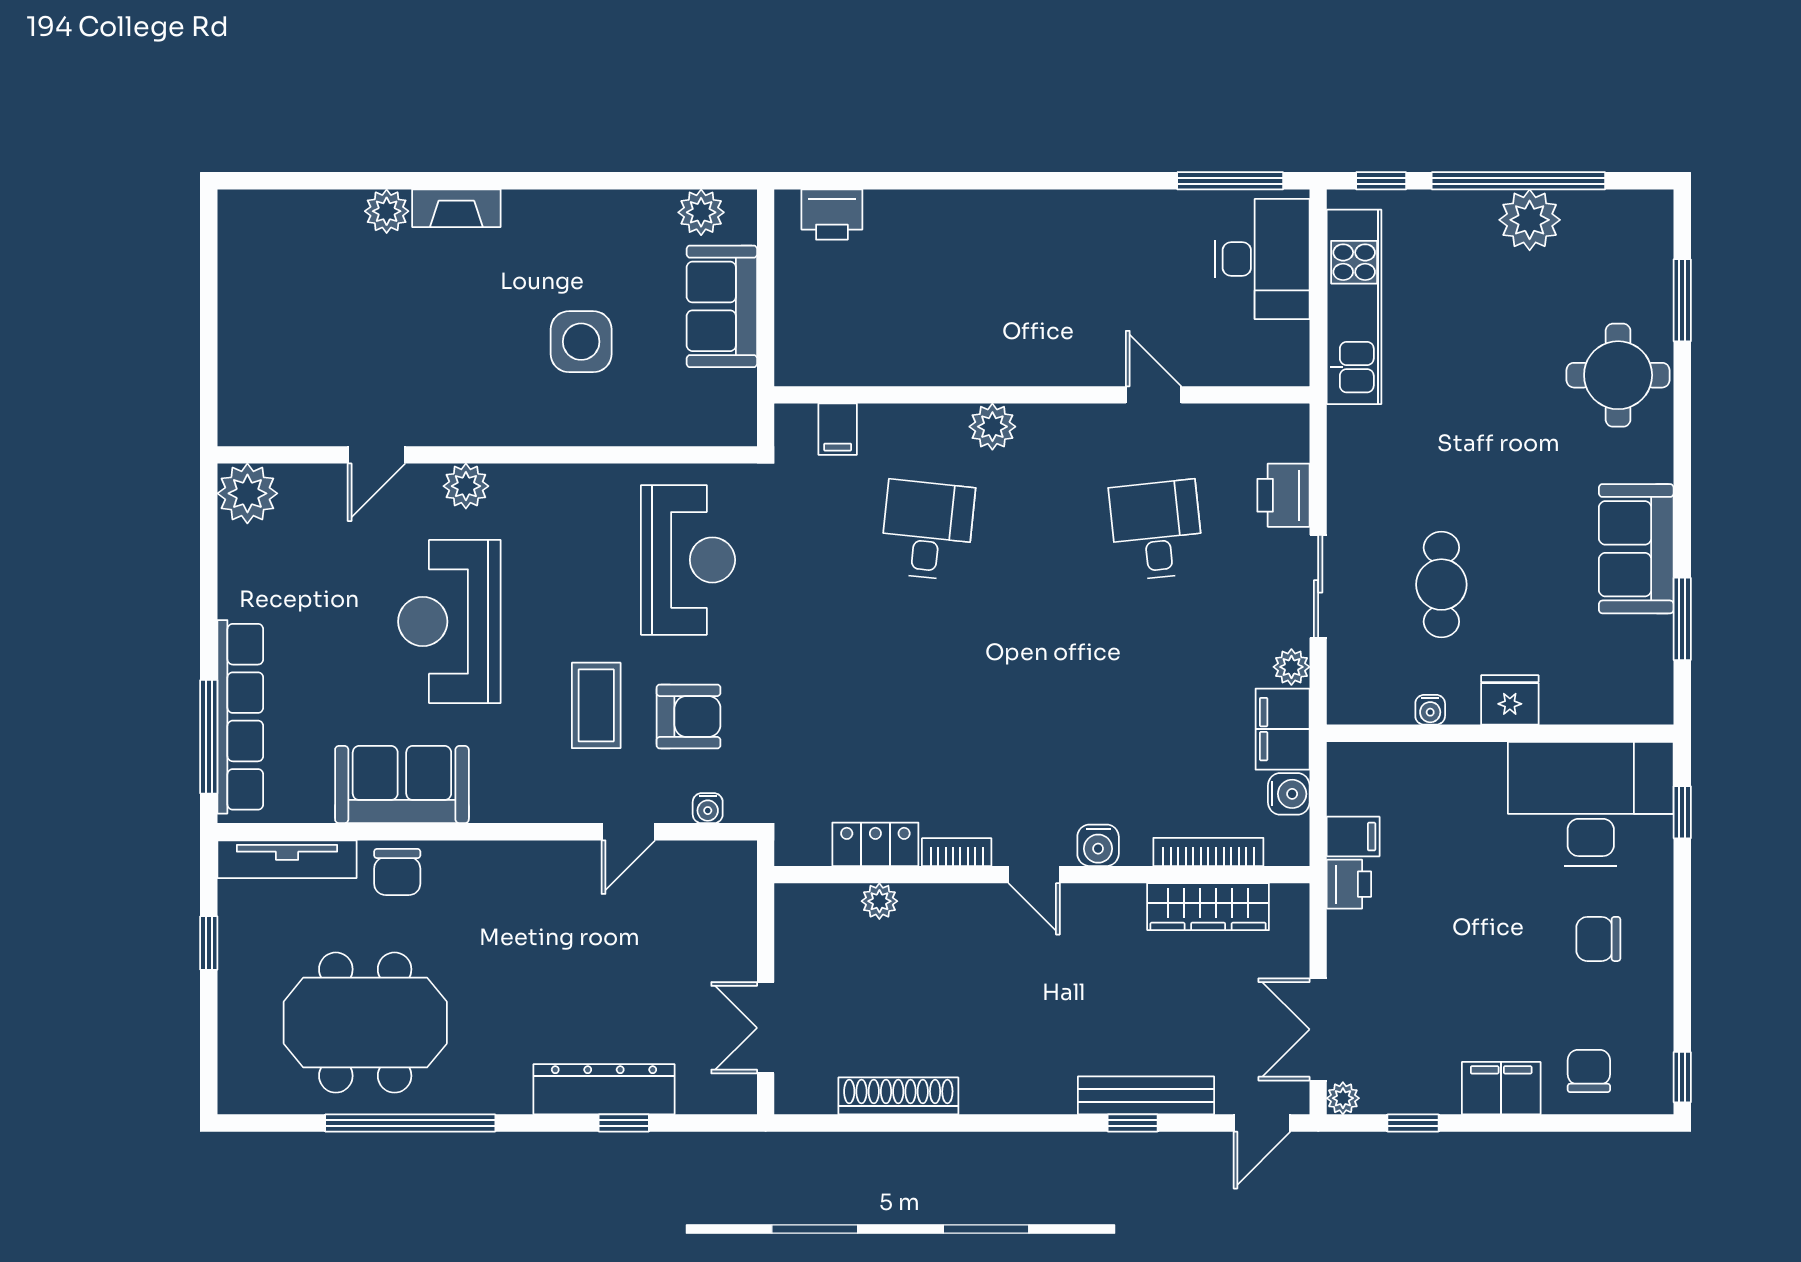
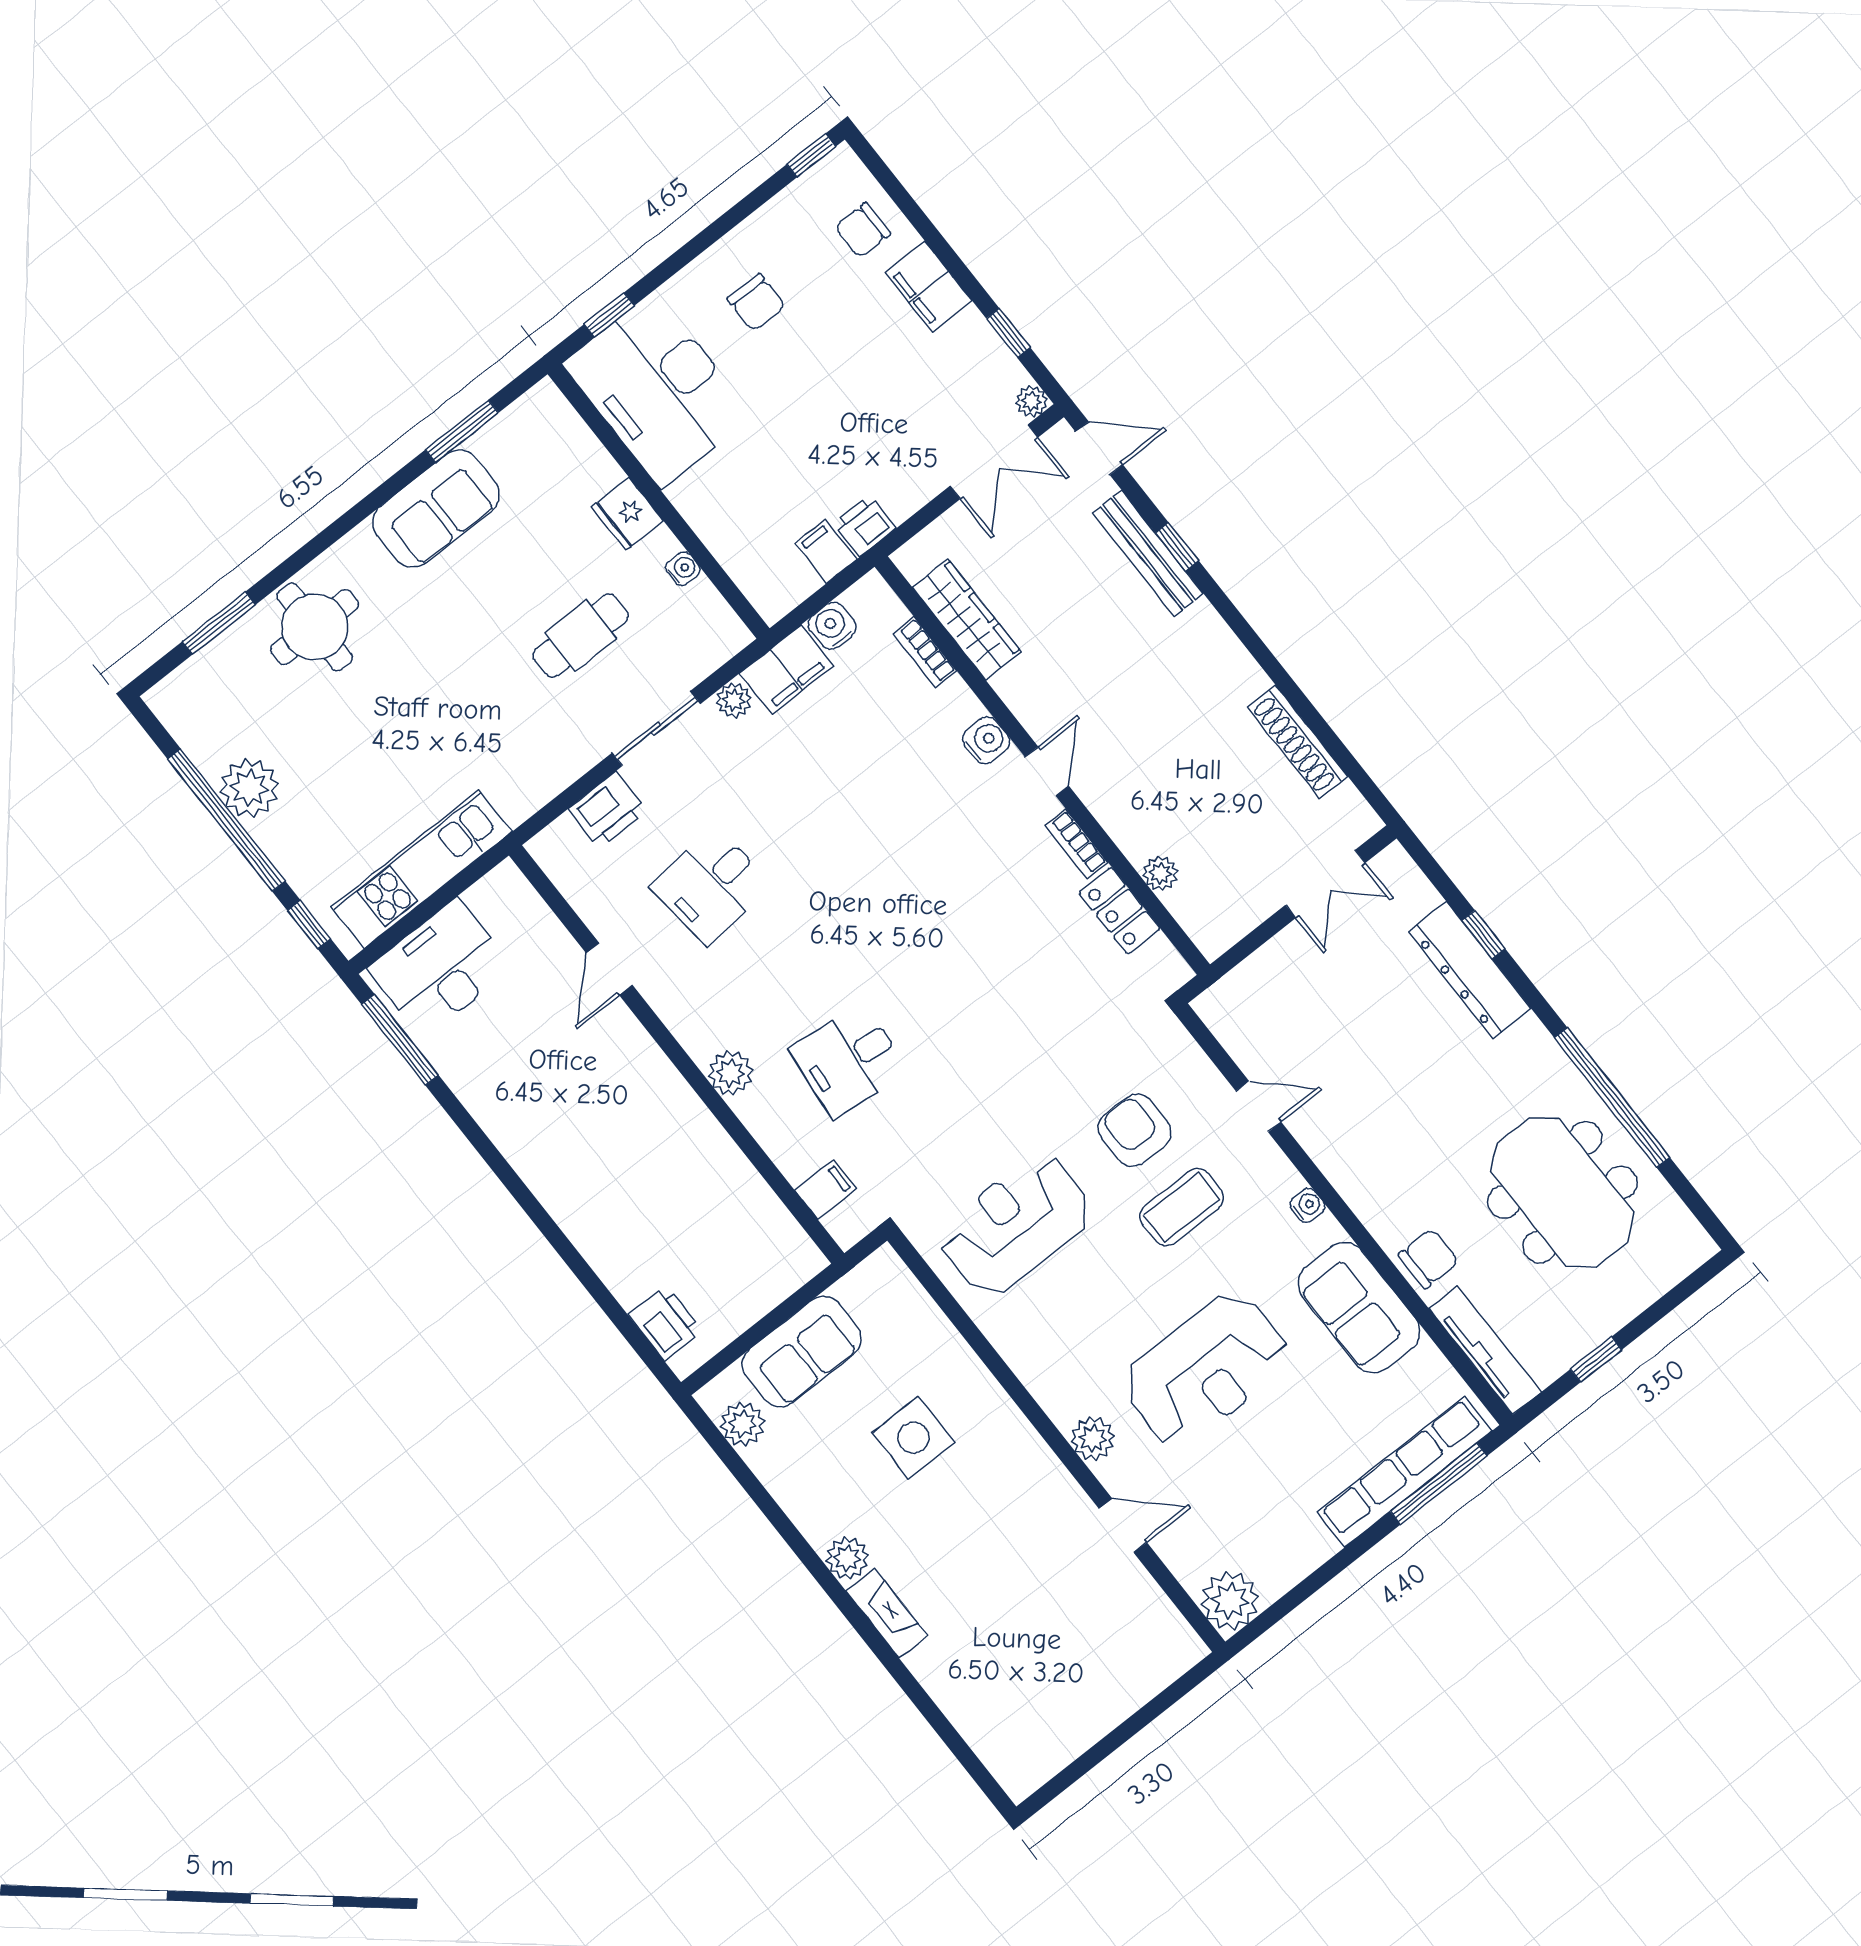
plant: (387, 211) -> (847, 1558), moved
water cooler: (708, 808) -> (1307, 1205), moved
bookcase: (1208, 852) -> (925, 652), width x0.64

